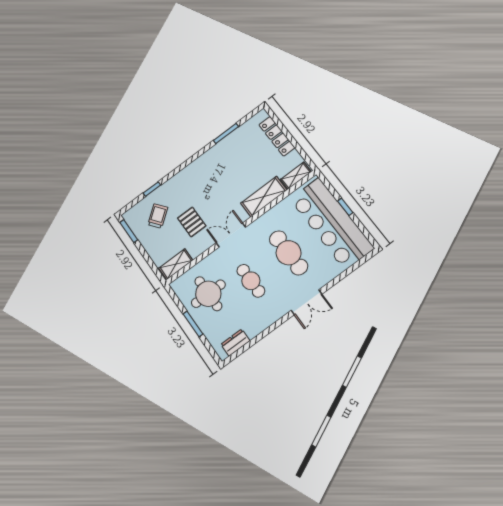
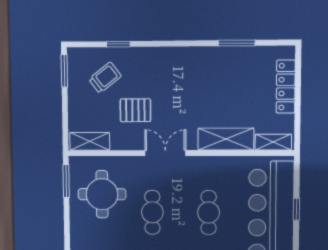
pallet: (192, 222) -> (135, 110), turned 90
cafe table: (289, 253) -> (209, 213), width x0.73, depth x0.74
window: (193, 324) -> (66, 181), moved

